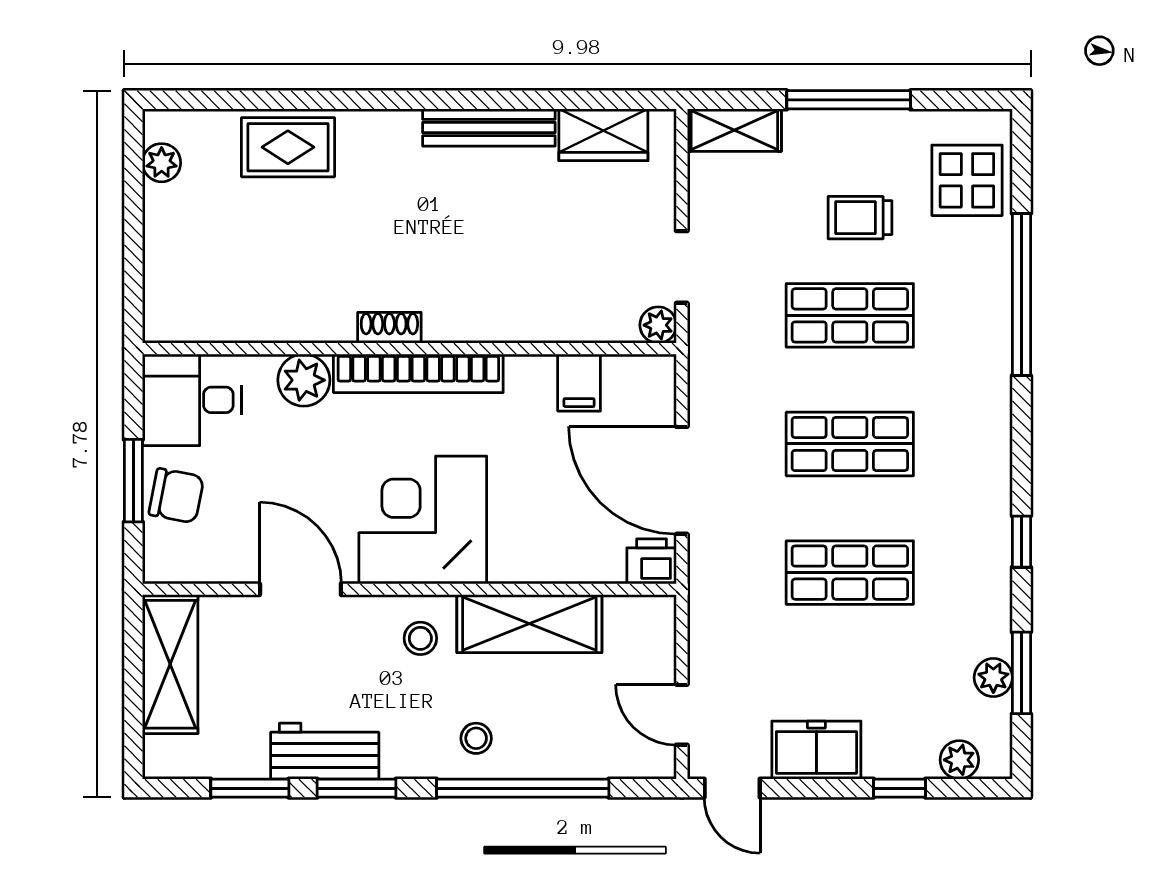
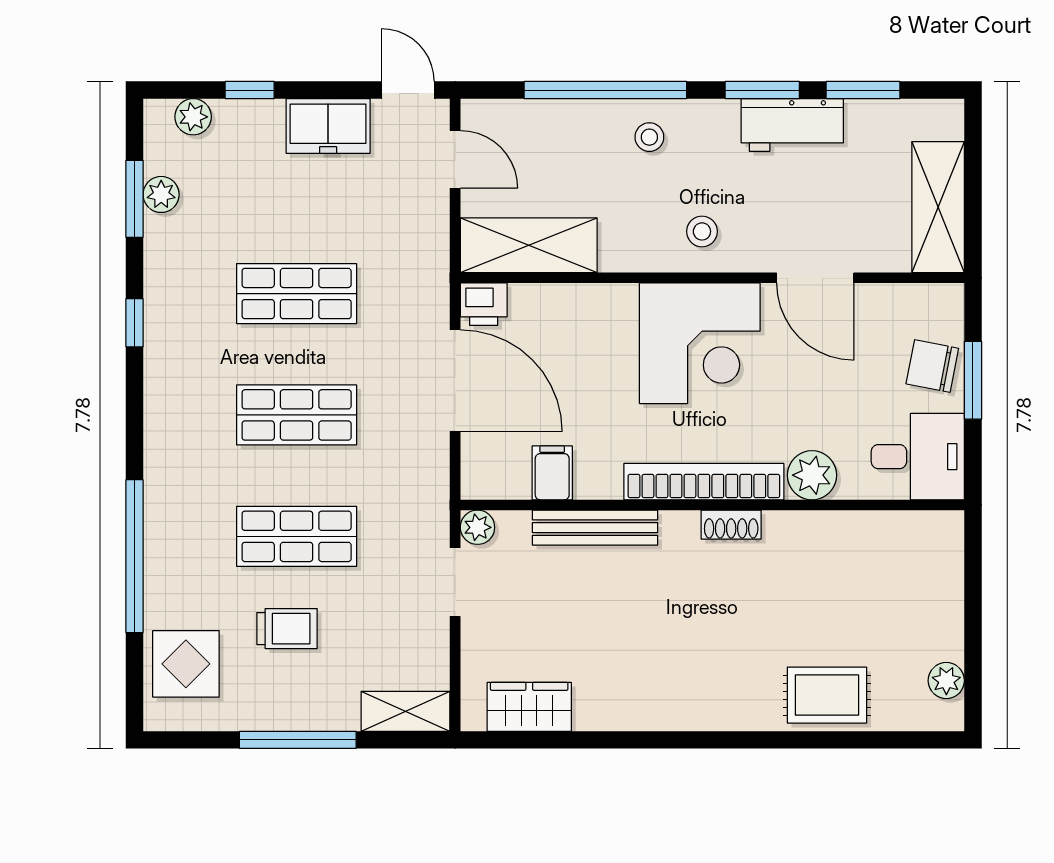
bench: (489, 127) -> (595, 528), moved
shelving: (529, 624) -> (529, 245), moved

